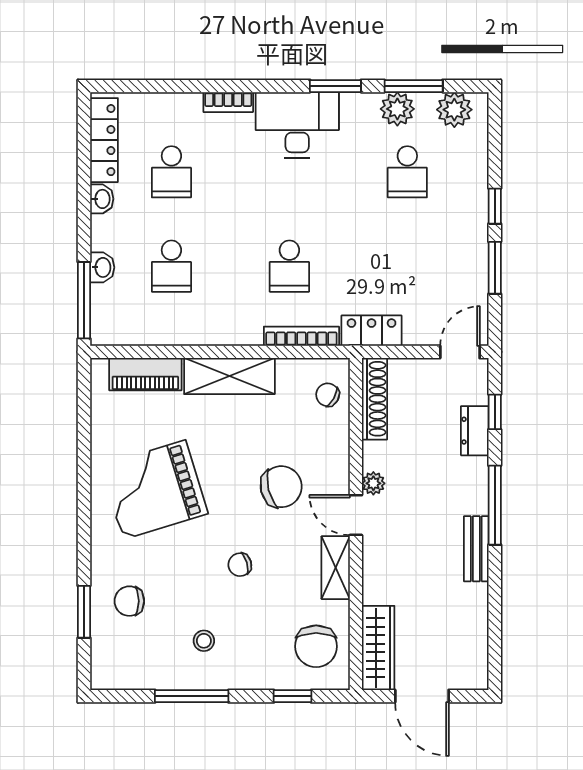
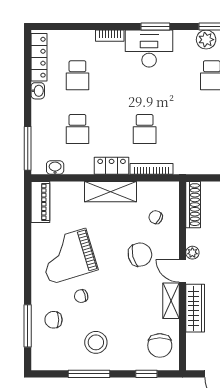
window: (335, 86) -> (155, 26), moved
washbasin: (102, 267) -> (55, 167), moved, turned -90
locker: (372, 331) -> (112, 166), moved
piano: (145, 374) -> (40, 202), moved, turned -90
chair: (328, 395) -> (156, 217), moved
chair: (240, 565) -> (81, 296), moved
window: (84, 612) -> (28, 326), width x1.44
stool: (204, 641) -> (96, 342), width x1.89, depth x1.89
wardrobe: (378, 648) -> (195, 308), moved

